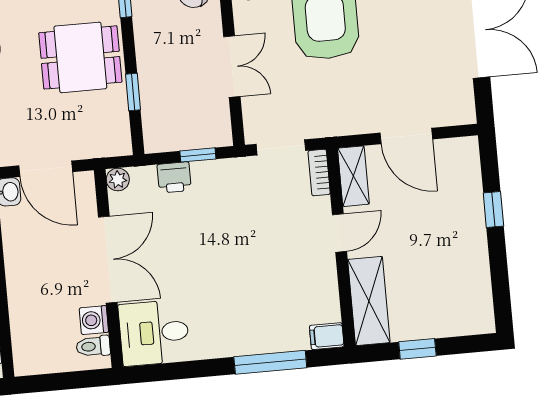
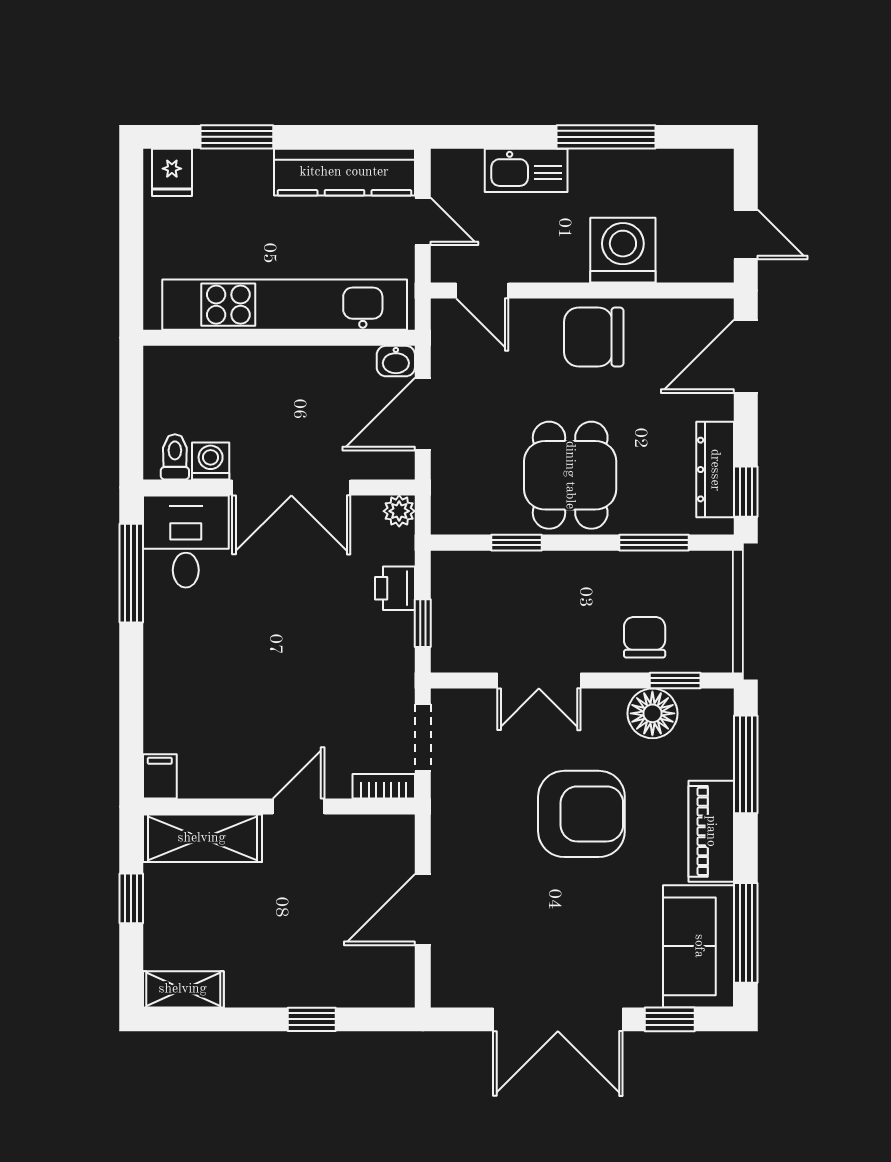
shelving: (353, 176) -> (183, 989), moved
door: (339, 233) -> (299, 807), swing flipped
window: (270, 362) -> (131, 573), moved

